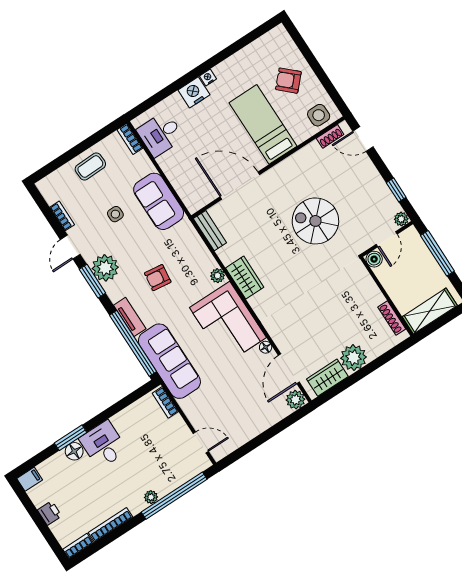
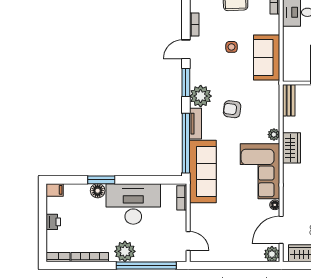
plant: (105, 268) -> (201, 96), moved
desk: (103, 445) -> (133, 204), width x1.87, depth x1.30
plant: (151, 497) -> (125, 251), width x1.88, depth x1.88

